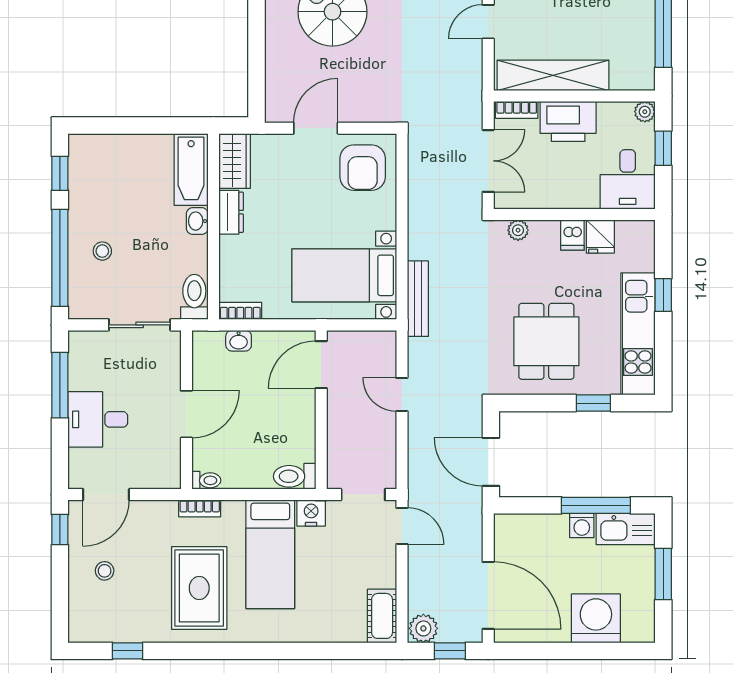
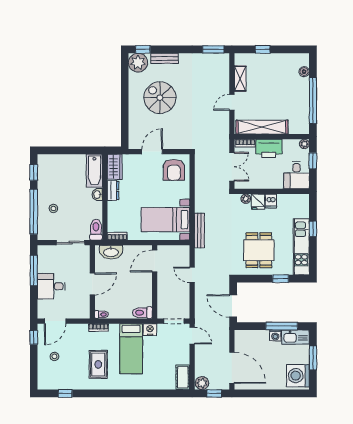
fridge: (600, 236) -> (258, 202), moved
washbasin: (239, 341) -> (111, 252), width x1.91, depth x1.45
rug: (199, 588) -> (98, 364), width x0.73, depth x0.70
washing machine: (596, 618) -> (298, 376), moved, turned -90

